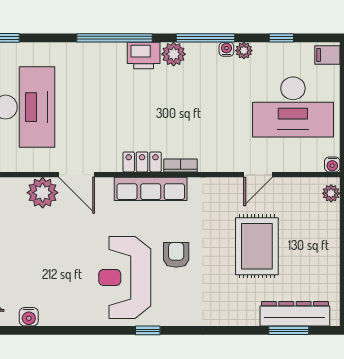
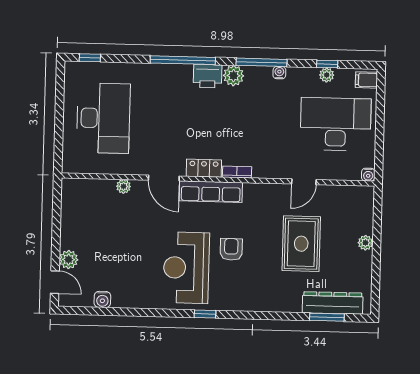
plant: (244, 51) -> (327, 75), moved
desk: (293, 107) -> (336, 124), turned 180
door: (77, 175) -> (164, 178), moved
plant: (43, 193) -> (124, 186), width x0.53, depth x0.53
plant: (331, 193) -> (365, 243), moved

